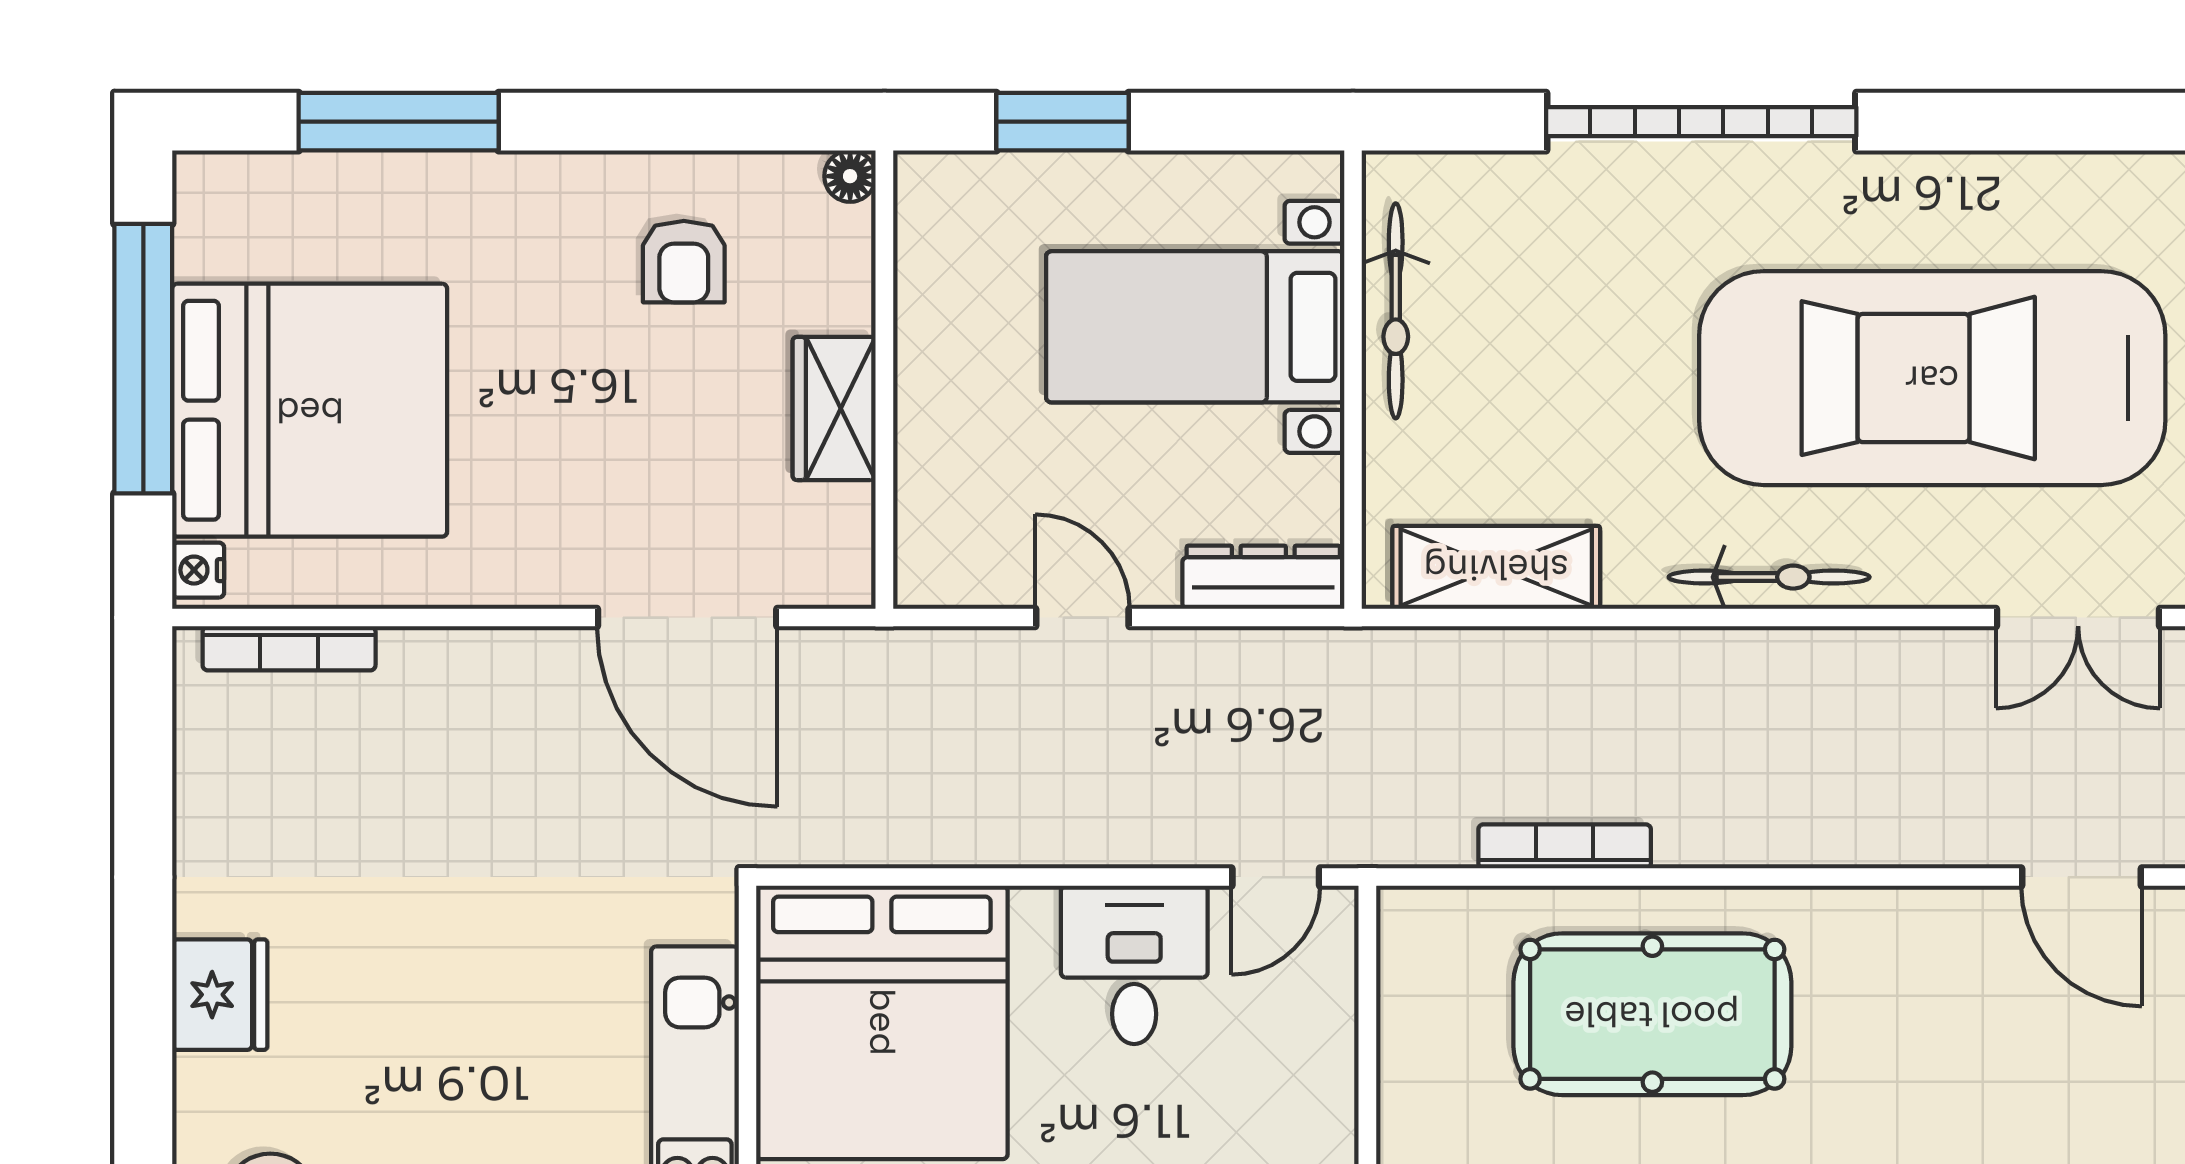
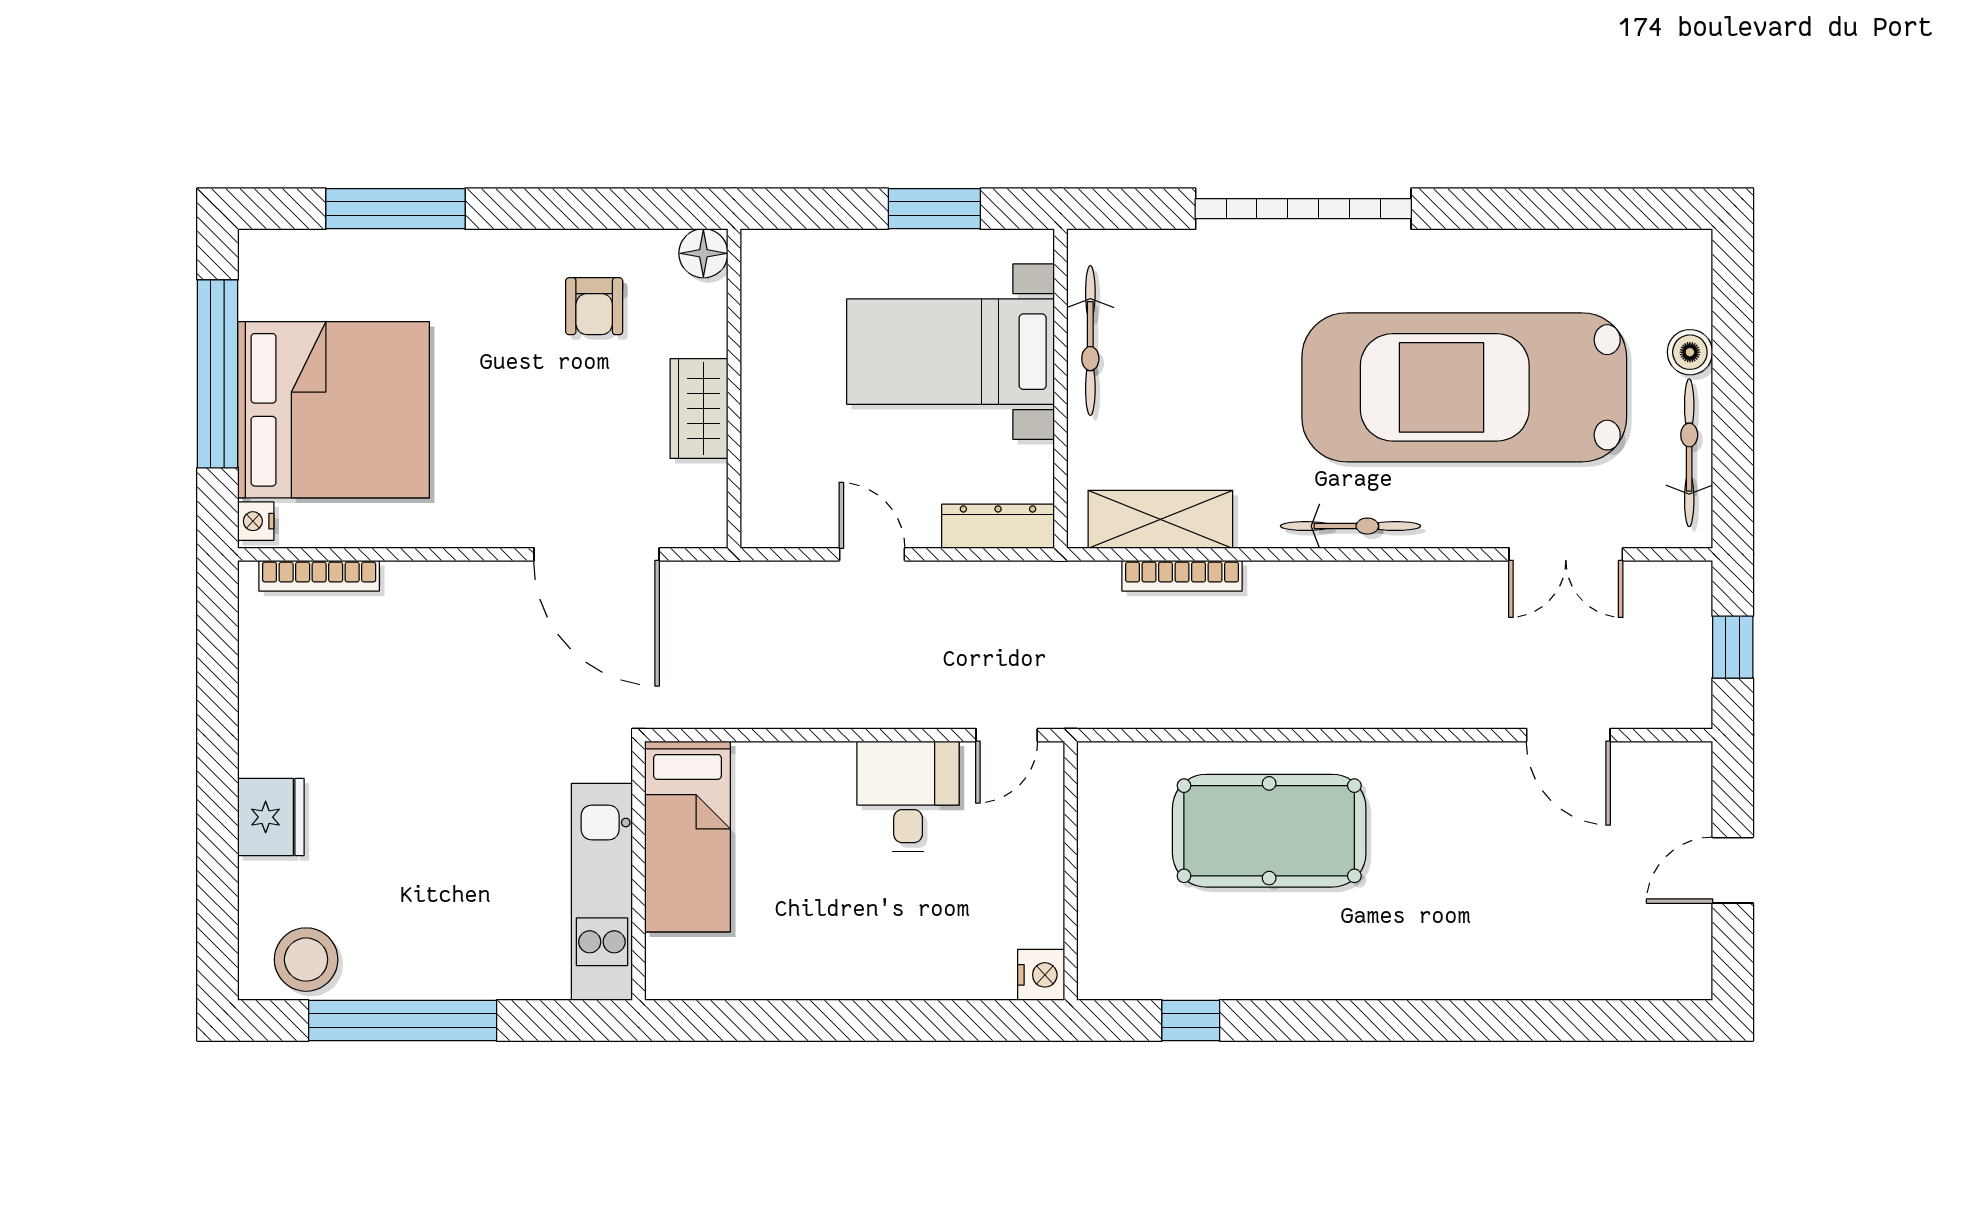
window: (1063, 122) -> (934, 209), moved
floor lamp: (850, 176) -> (703, 253), width x1.37, depth x1.37
bookcase: (1565, 846) -> (1182, 576), moved, turned 180
bed: (882, 1022) -> (687, 836), width x0.49

